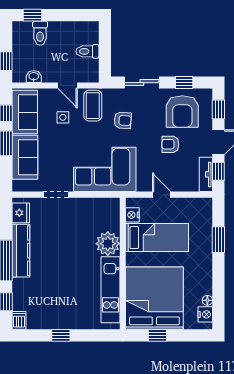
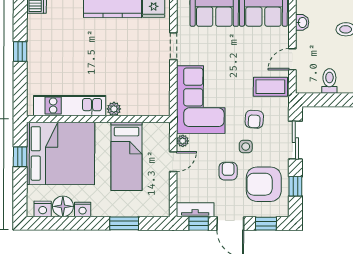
side table: (63, 117) -> (246, 147), moved
plant: (143, 186) -> (183, 141), added
nightstand: (132, 215) -> (83, 209), moved, turned 180
plant: (108, 244) -> (114, 109), width x0.53, depth x0.53
floor lamp: (207, 300) -> (63, 206), width x1.89, depth x1.89

